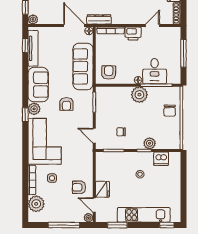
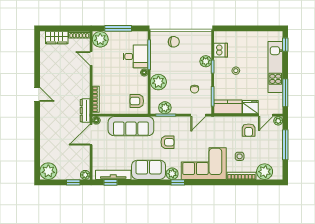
printer: (133, 34) -> (99, 77), removed
plant: (172, 35) -> (100, 39), added
plant: (139, 95) -> (158, 82), moved
plant: (102, 101) -> (165, 108), added
kitchen counter: (103, 166) -> (228, 107), added
window: (117, 225) -> (285, 93), width x1.44

